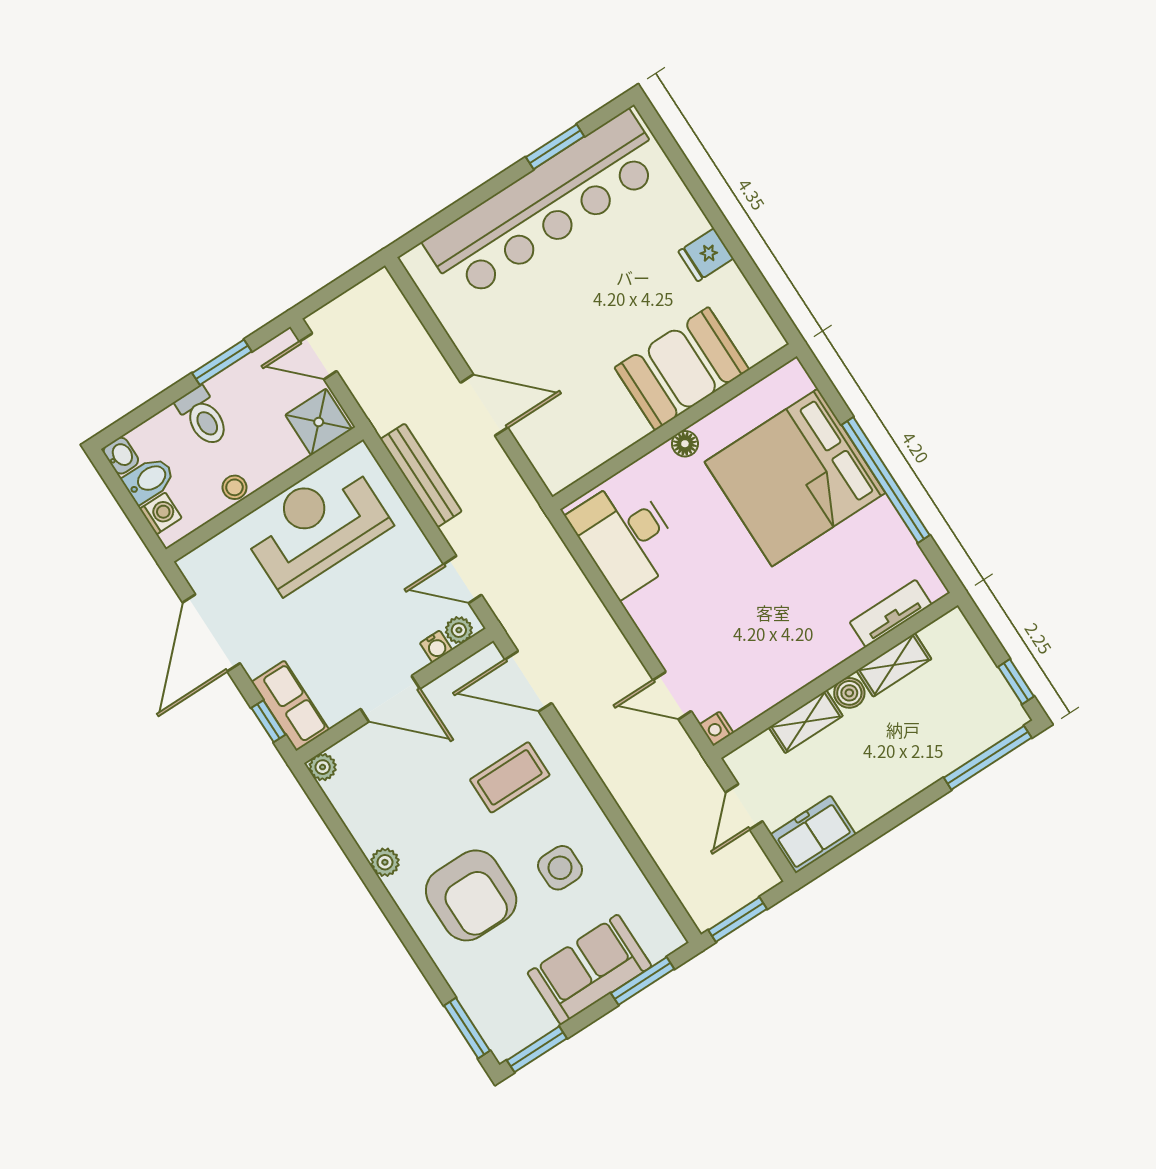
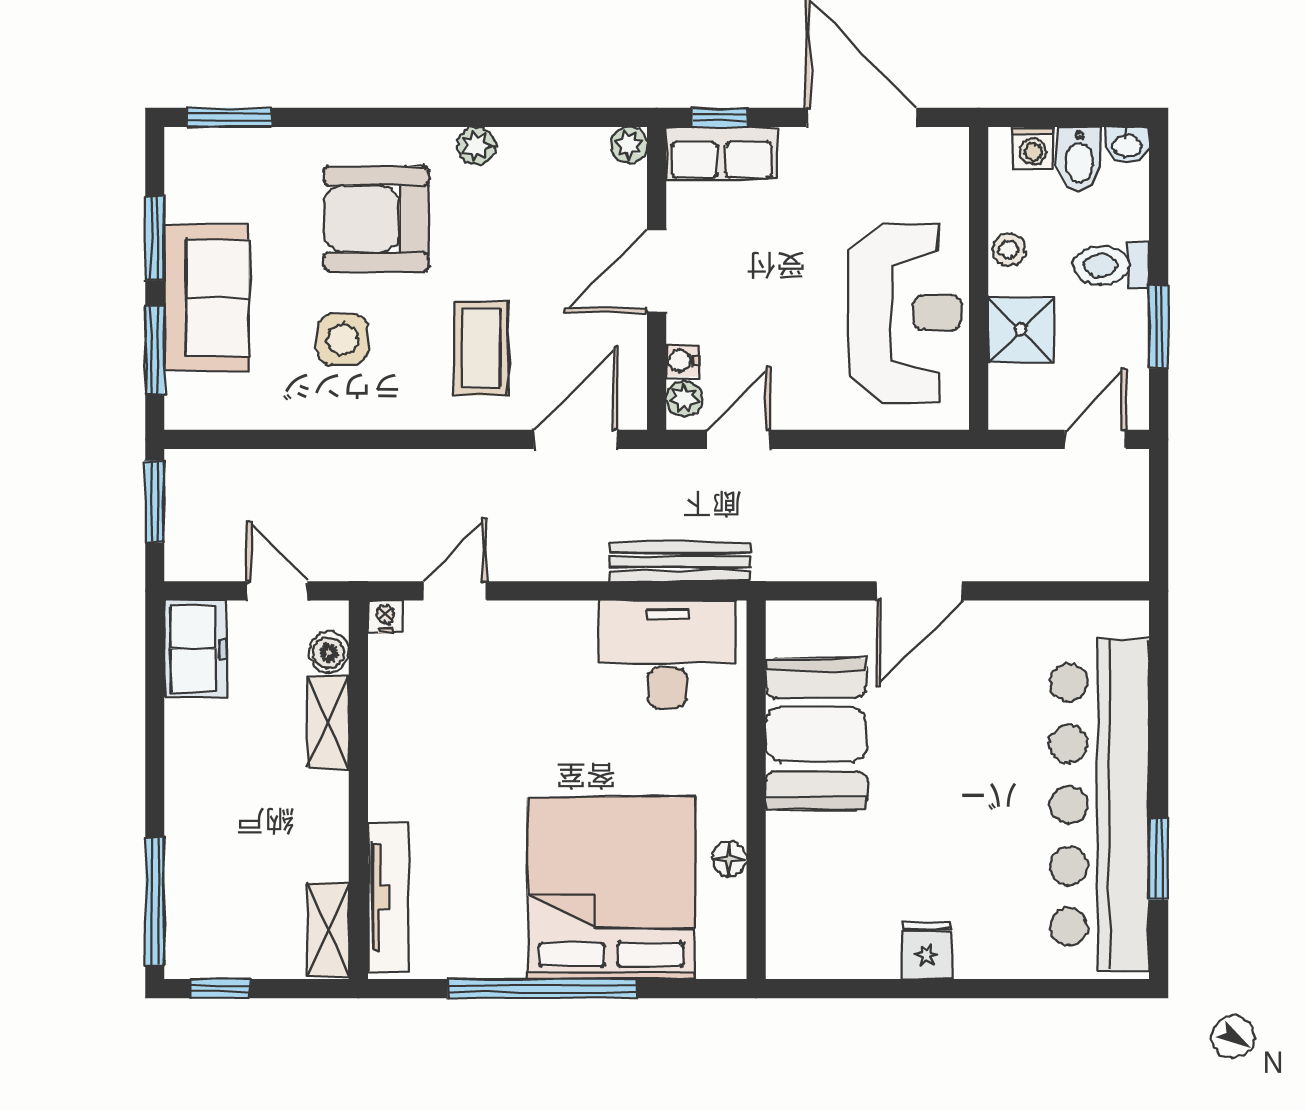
booth: (682, 369) -> (816, 734), moved
shower: (319, 422) -> (1021, 330), moved
floor lamp: (685, 444) -> (729, 859), moved
bench: (421, 475) -> (680, 562), moved
tv unit: (891, 613) -> (388, 897), width x1.41
shelving: (894, 665) -> (328, 929), moved
boiler: (849, 693) -> (329, 652), moved
window: (537, 1049) -> (155, 238), moved

